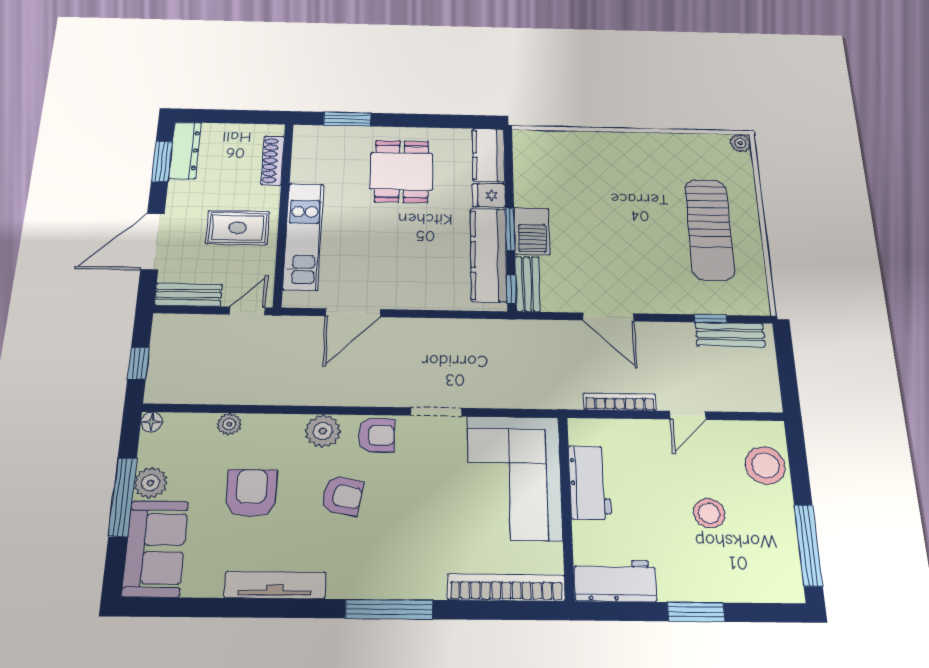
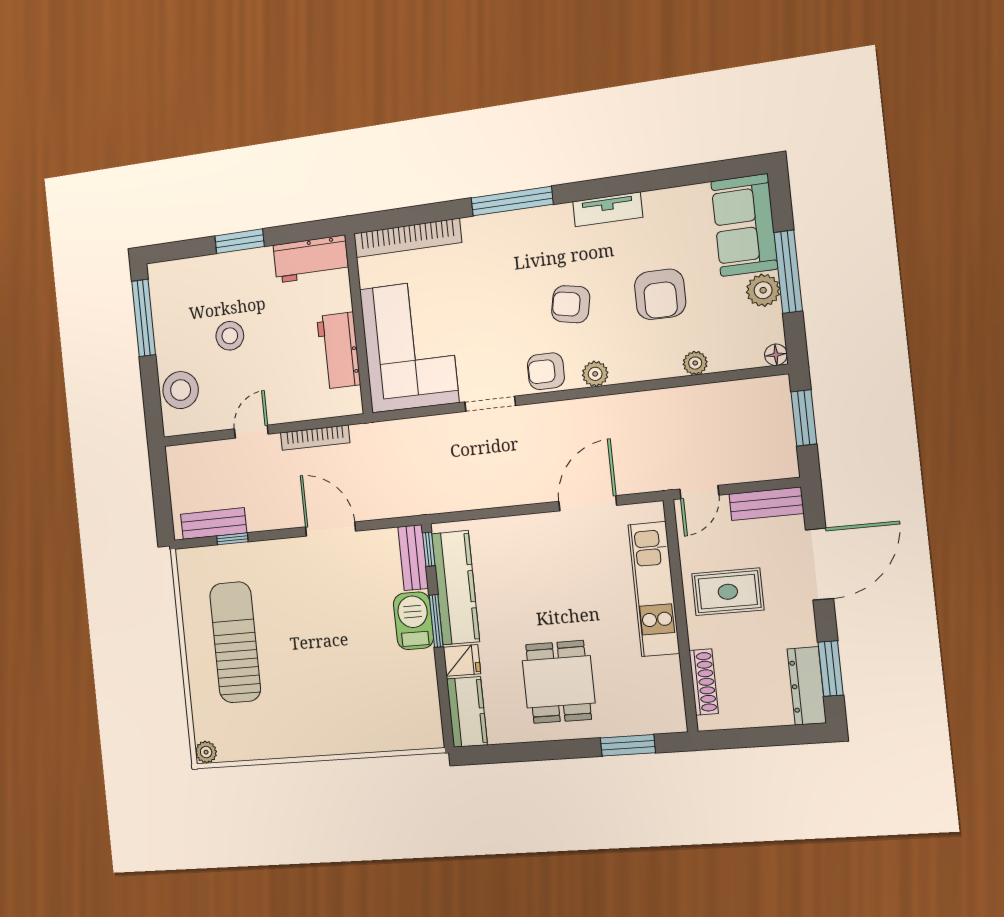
window: (138, 363) -> (804, 418), width x1.50
plant: (323, 431) -> (595, 374), width x0.73, depth x0.73
tv unit: (275, 585) -> (608, 209), width x0.71

